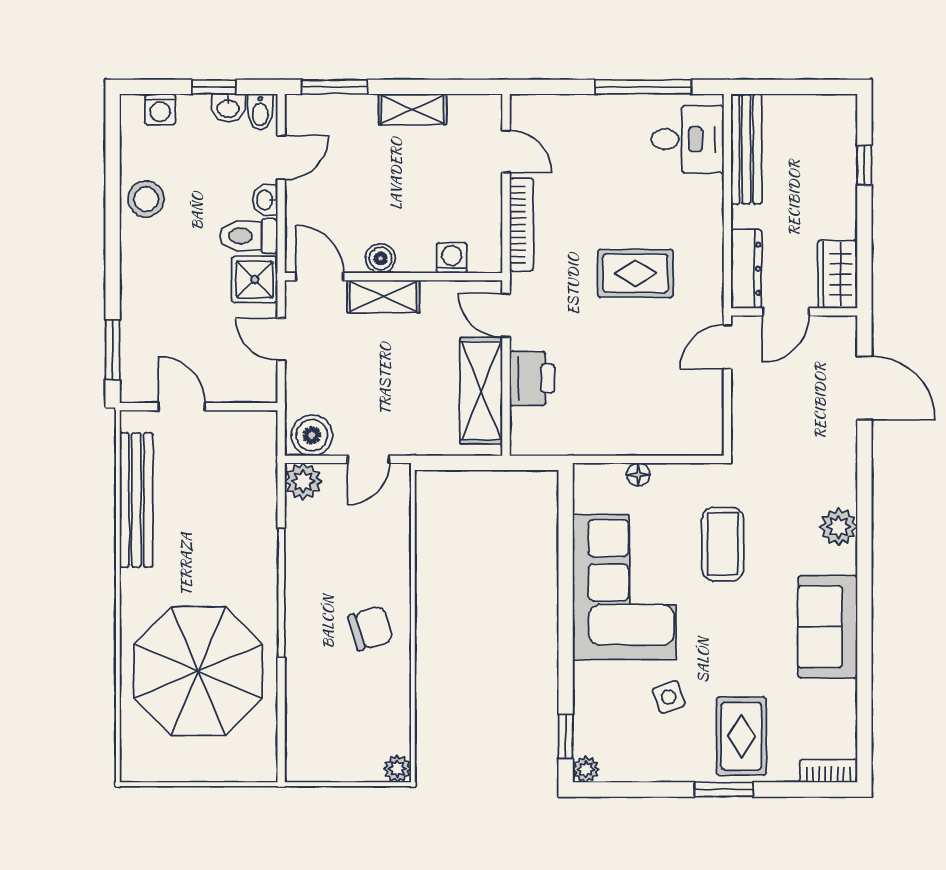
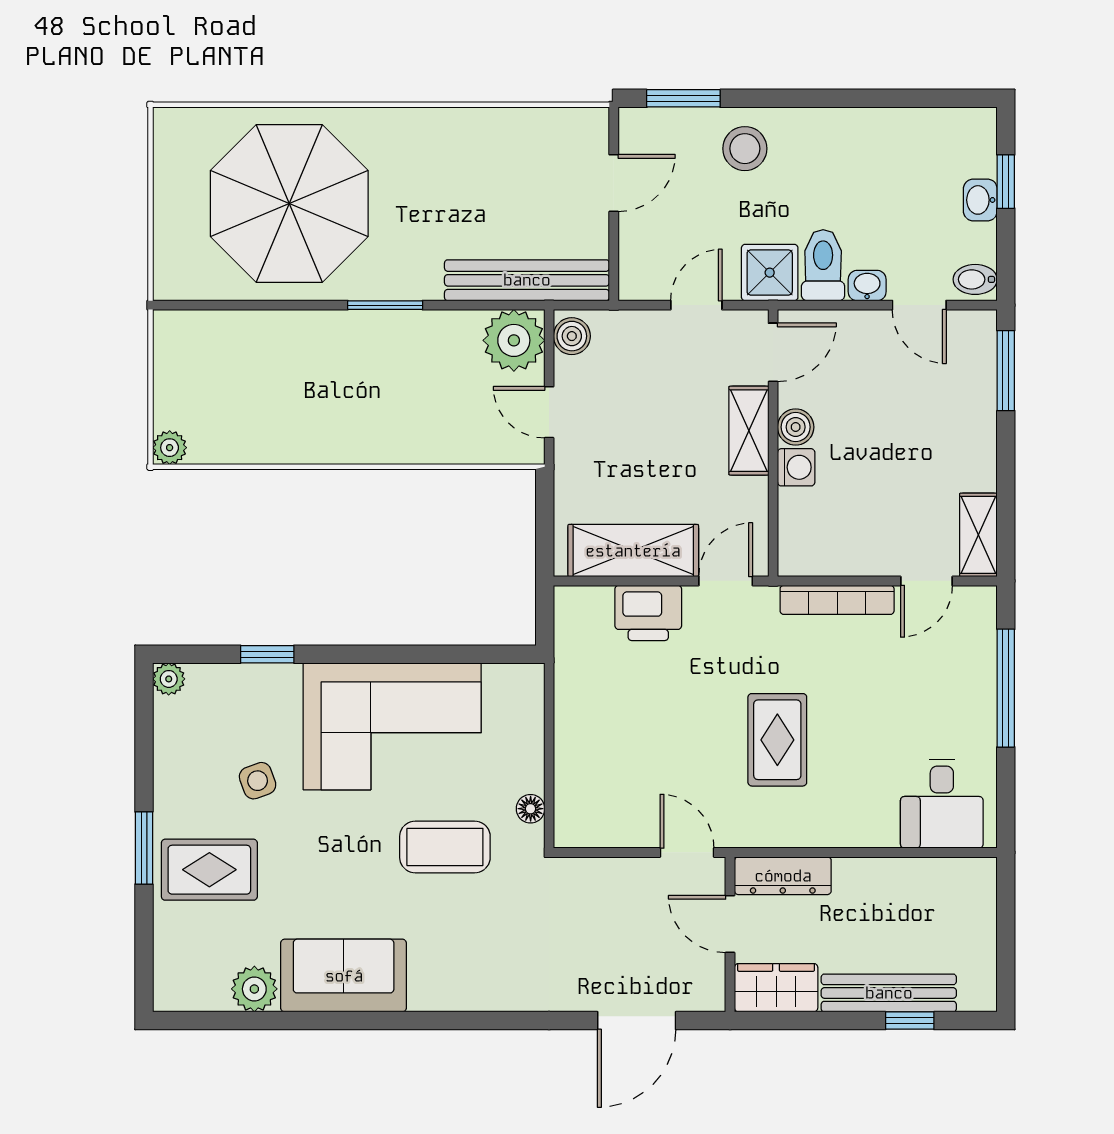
window: (214, 87) -> (1006, 182), moved
window: (643, 87) -> (1006, 688), moved
washbasin: (228, 108) -> (980, 200), moved
washing machine: (160, 109) -> (978, 157), removed
shelving: (413, 109) -> (978, 535), moved
bench: (746, 149) -> (889, 993), moved
stool: (146, 199) -> (745, 149), moved
washing machine: (452, 258) -> (796, 467), moved
boiler: (312, 435) -> (572, 336), width x0.73, depth x0.73
floor lamp: (638, 474) -> (531, 809), moved
plant: (303, 481) -> (514, 340), width x1.36, depth x1.36
bench: (136, 500) -> (527, 280), moved
plant: (839, 527) -> (254, 989), moved
window: (281, 593) -> (385, 305), width x0.47
chair: (371, 628) -> (342, 415), removed
window: (566, 736) -> (267, 654), moved
bookcase: (828, 771) -> (167, 976), removed

